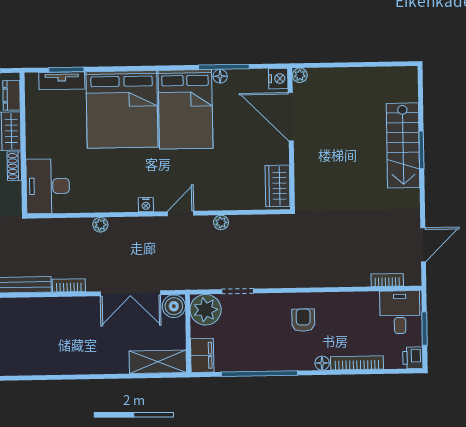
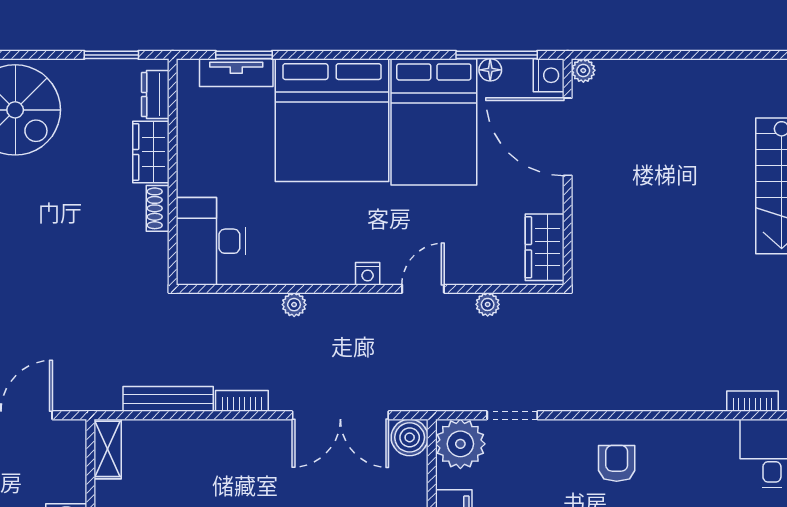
plant: (300, 75) -> (583, 70), moved
nightstand: (278, 79) -> (549, 75), moved
door: (291, 117) -> (568, 137), moved
wall: (291, 139) -> (568, 172), moved
wardrobe: (278, 186) -> (545, 247), moved

